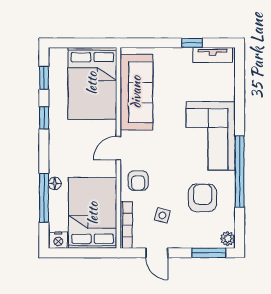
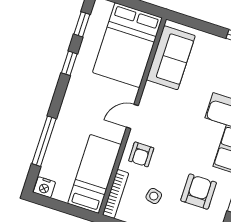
sofa: (136, 92) -> (171, 58), width x0.73
floor lamp: (55, 183) -> (59, 131), removed
bed: (93, 213) -> (94, 174), width x0.67

